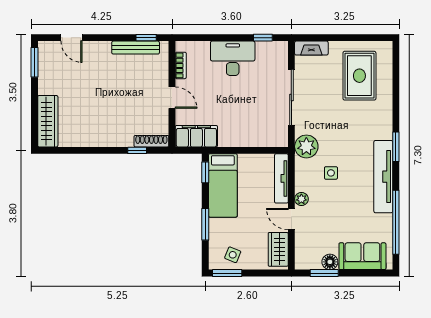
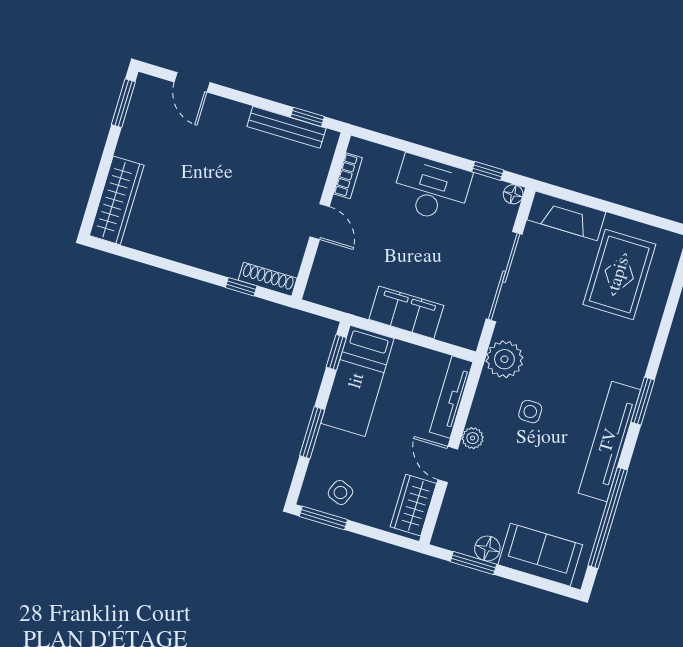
floor lamp: (282, 47) -> (513, 194), added
fireplace: (311, 48) -> (566, 216), width x1.37, depth x1.32
filing cabinet: (196, 136) -> (406, 312), moved

